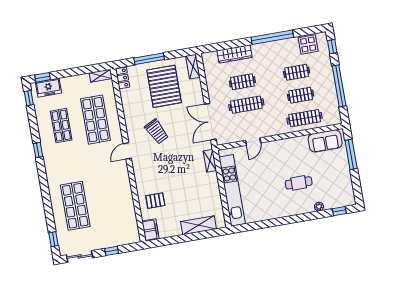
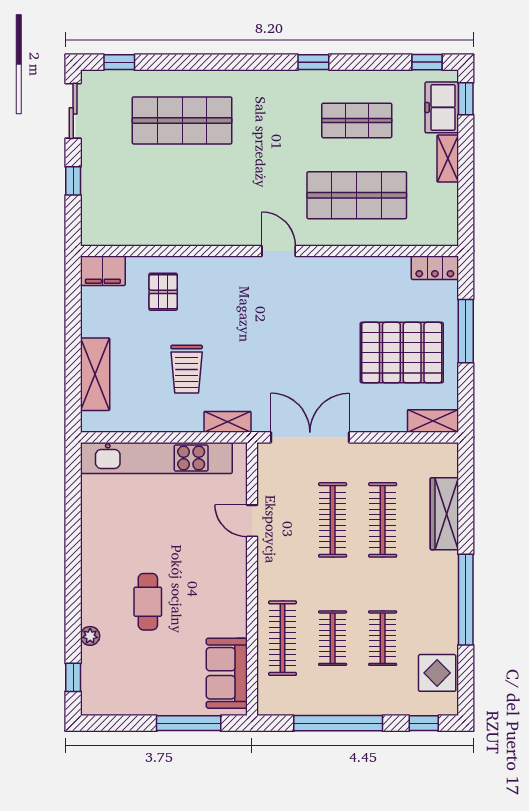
shelving: (101, 76) -> (448, 159), moved
clothes rail: (242, 82) -> (383, 520), width x1.36
trolley: (157, 132) -> (187, 369), moved, turned -63

